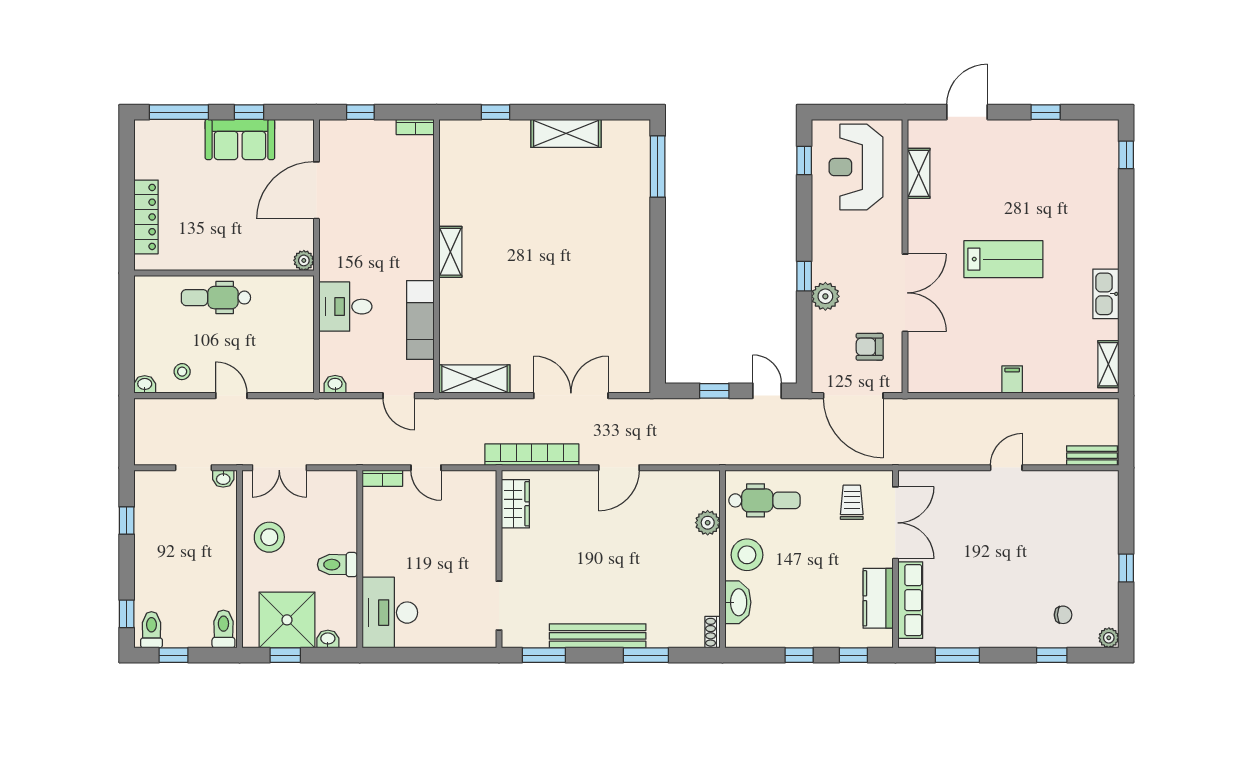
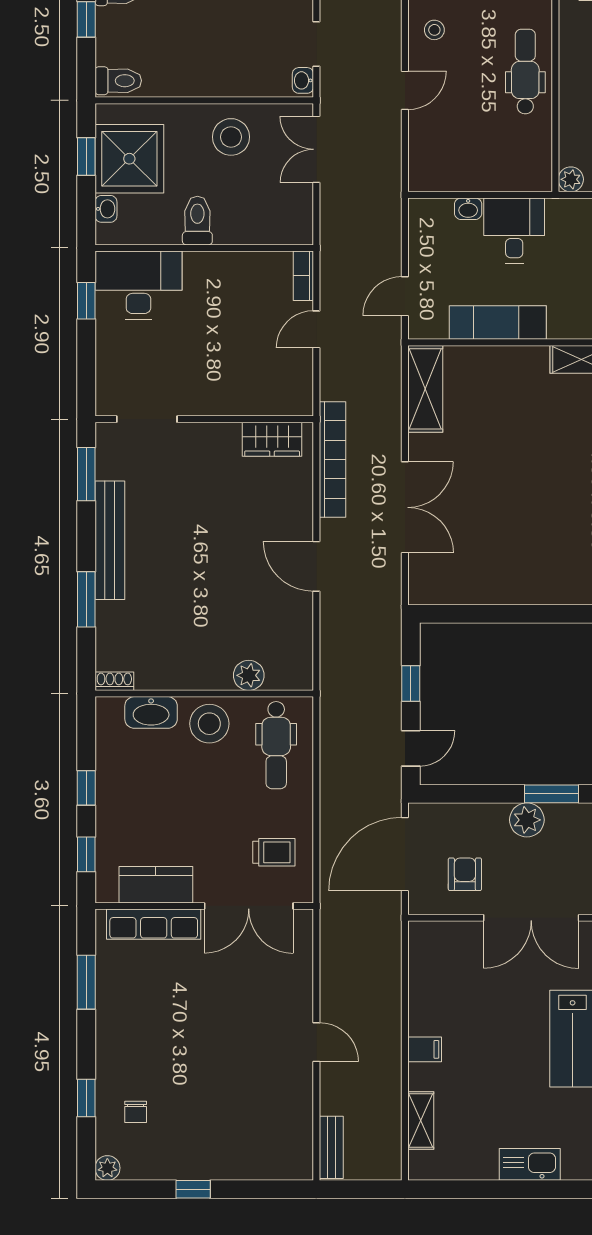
window: (804, 276) -> (552, 794), width x1.50
shelving: (1108, 364) -> (421, 1120), moved, turned 90
washbasin: (335, 384) -> (468, 209), moved, turned 90
window: (403, 655) -> (86, 301), added

